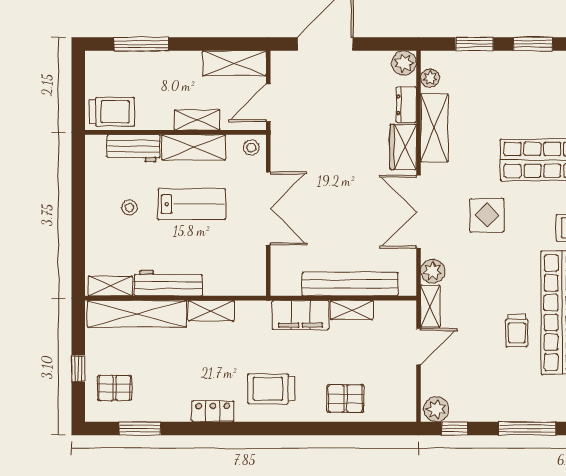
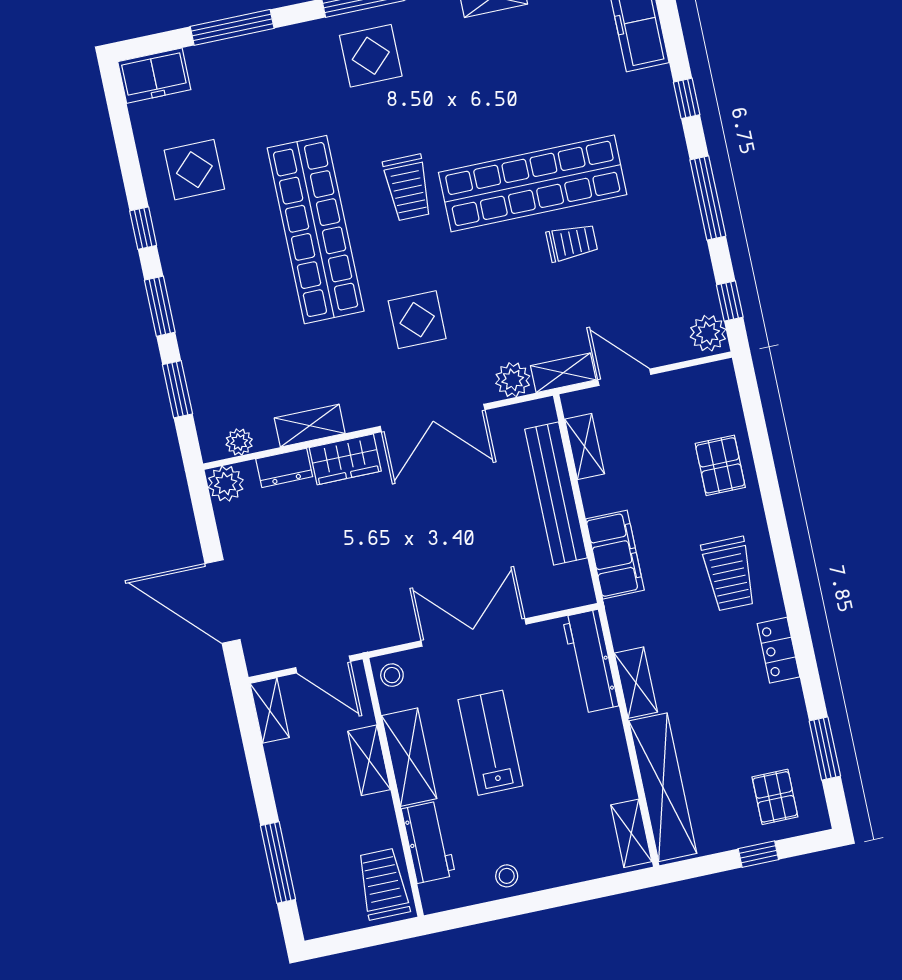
shelving: (234, 63) -> (270, 710), width x0.67, depth x0.75
shelving: (434, 128) -> (310, 426), width x0.67, depth x0.75
stool: (130, 207) -> (507, 876), moved
workbench: (168, 283) -> (590, 661), moved
shelving: (352, 310) -> (585, 447), moved

